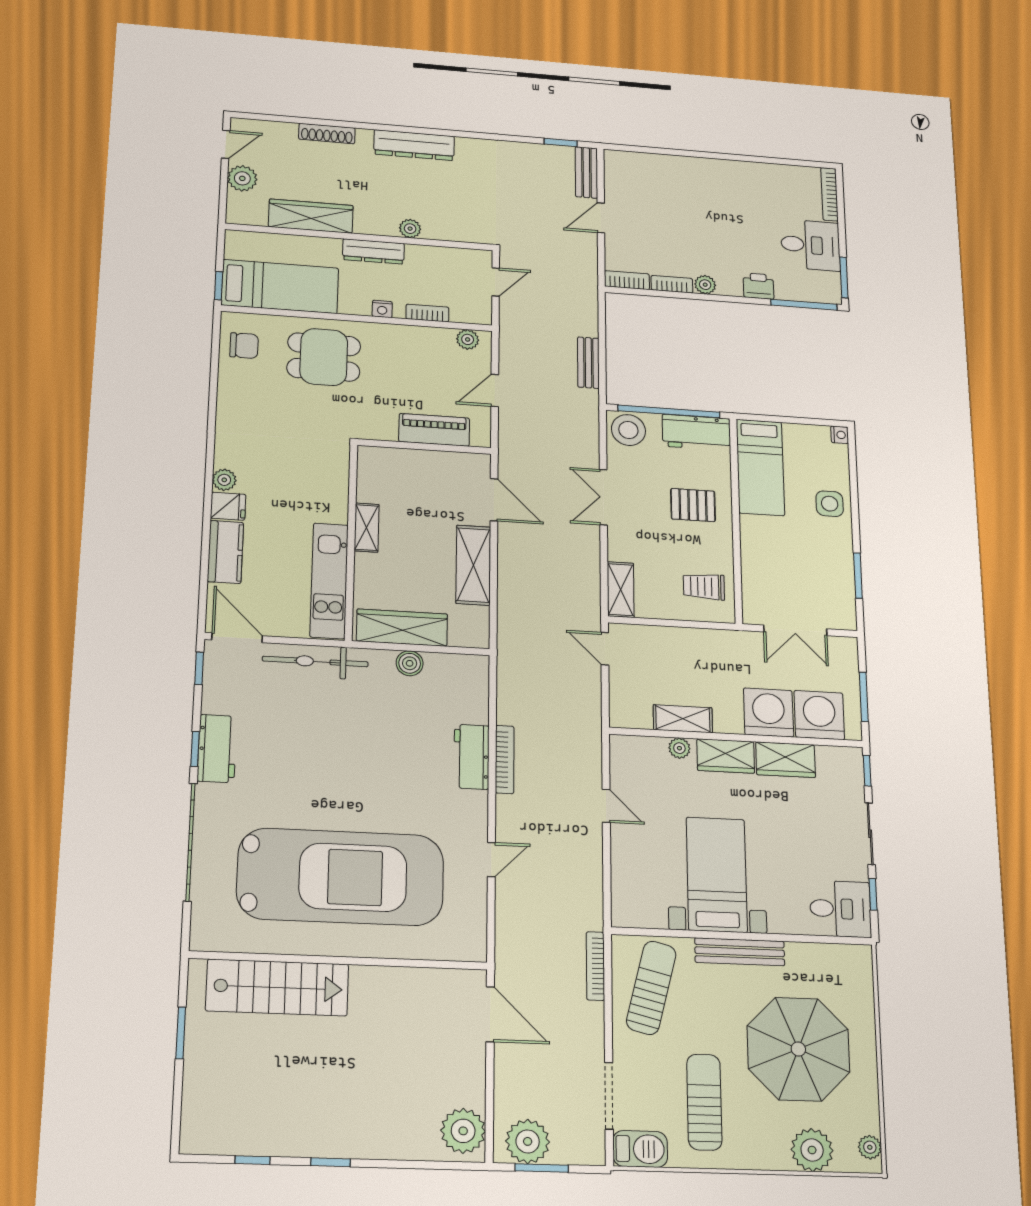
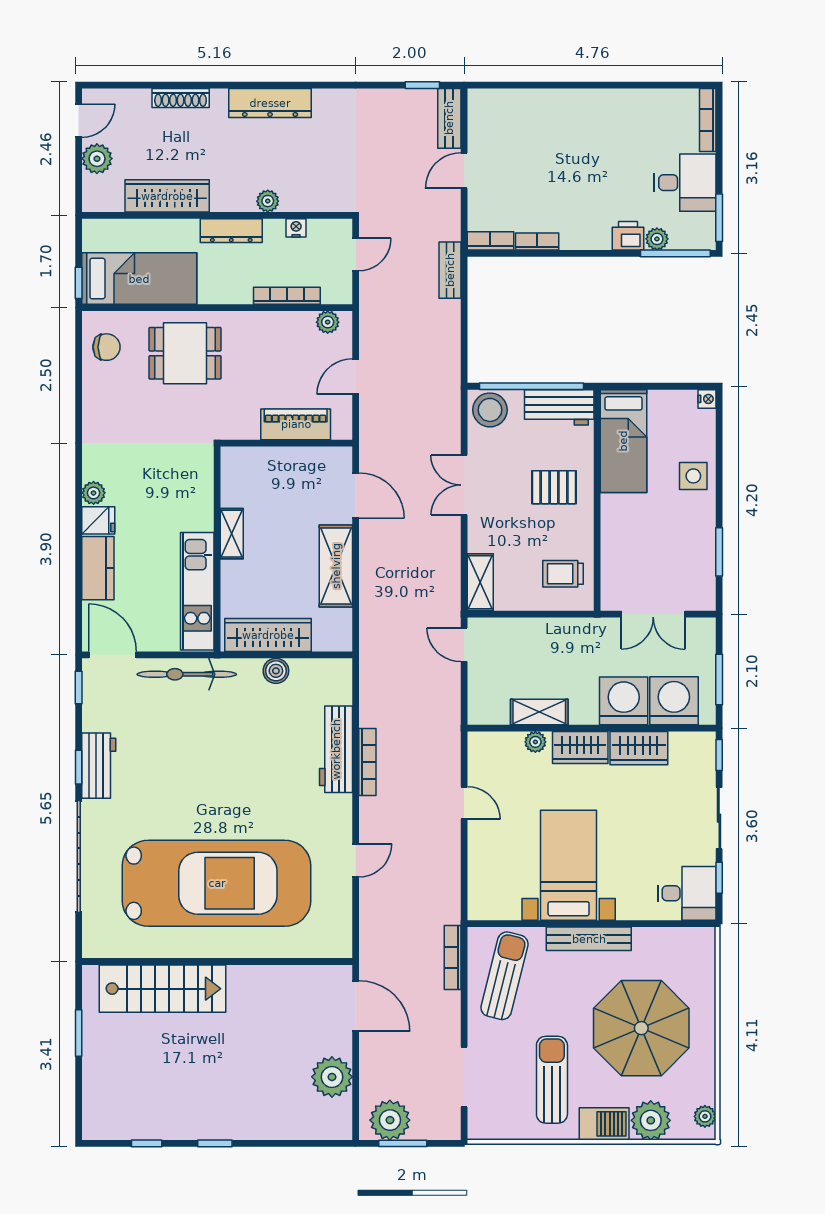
plant: (705, 285) -> (657, 239), moved
nightstand: (382, 309) -> (296, 228), moved, turned 180
bookcase: (427, 313) -> (287, 296), width x1.56
bench: (588, 363) -> (450, 270), moved
workbench: (471, 757) -> (336, 749), width x1.37
plant: (463, 1131) -> (332, 1077), moved
barbecue: (640, 1149) -> (604, 1124), moved

